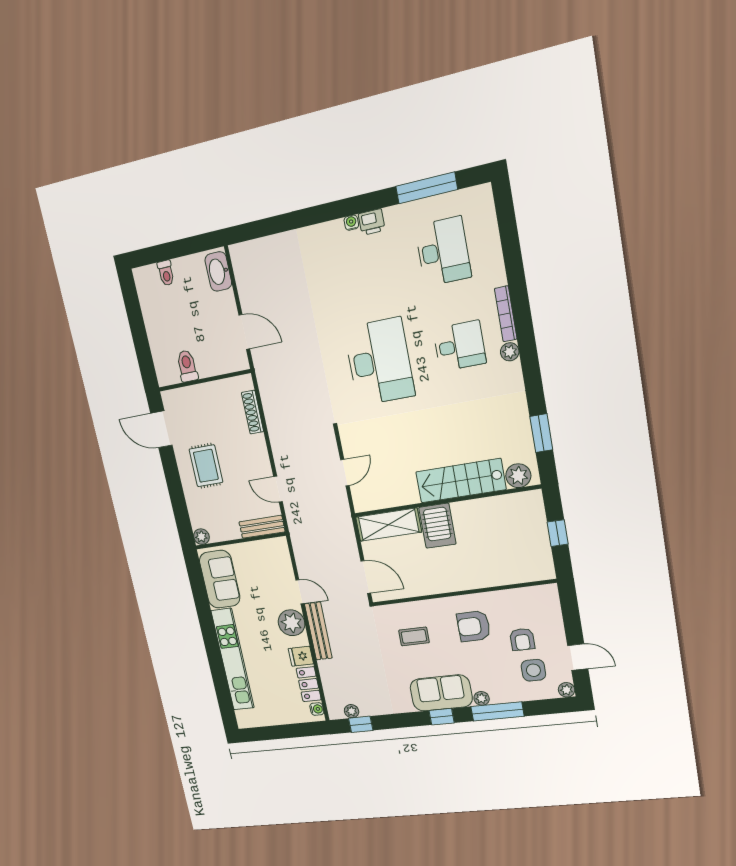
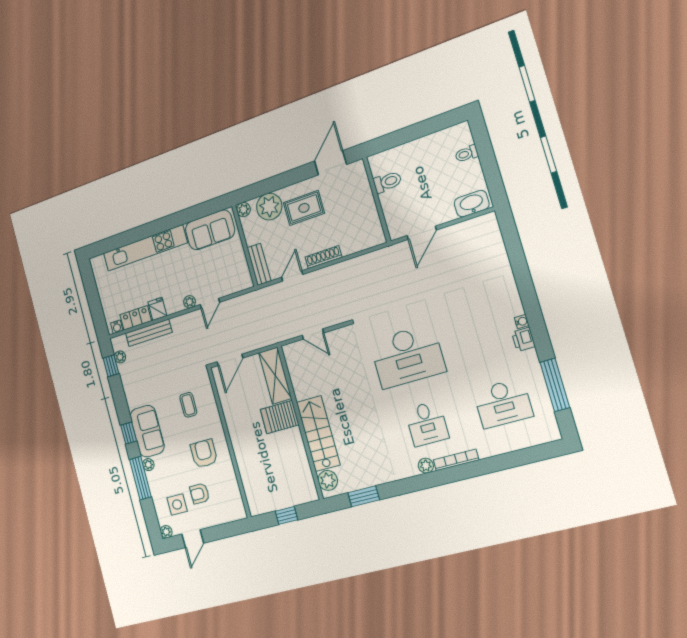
shoe rack: (253, 412) -> (323, 257), moved
plant: (201, 506) -> (269, 207), added
plant: (291, 623) -> (190, 302), width x0.53, depth x0.53
bench: (318, 631) -> (149, 333), moved

